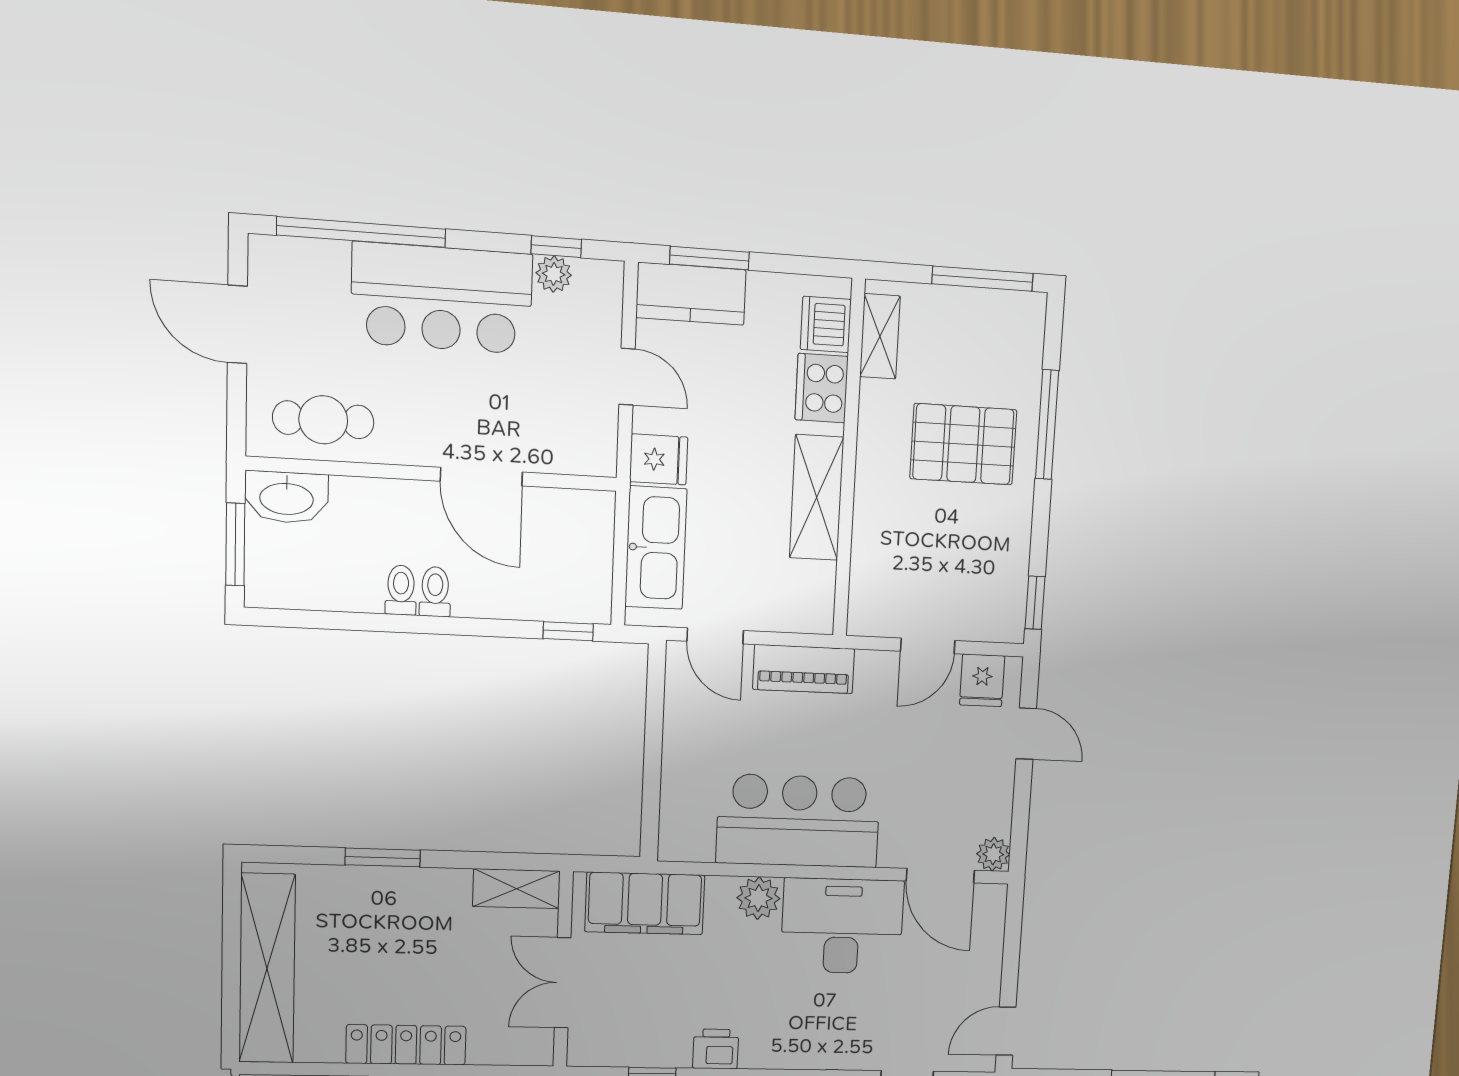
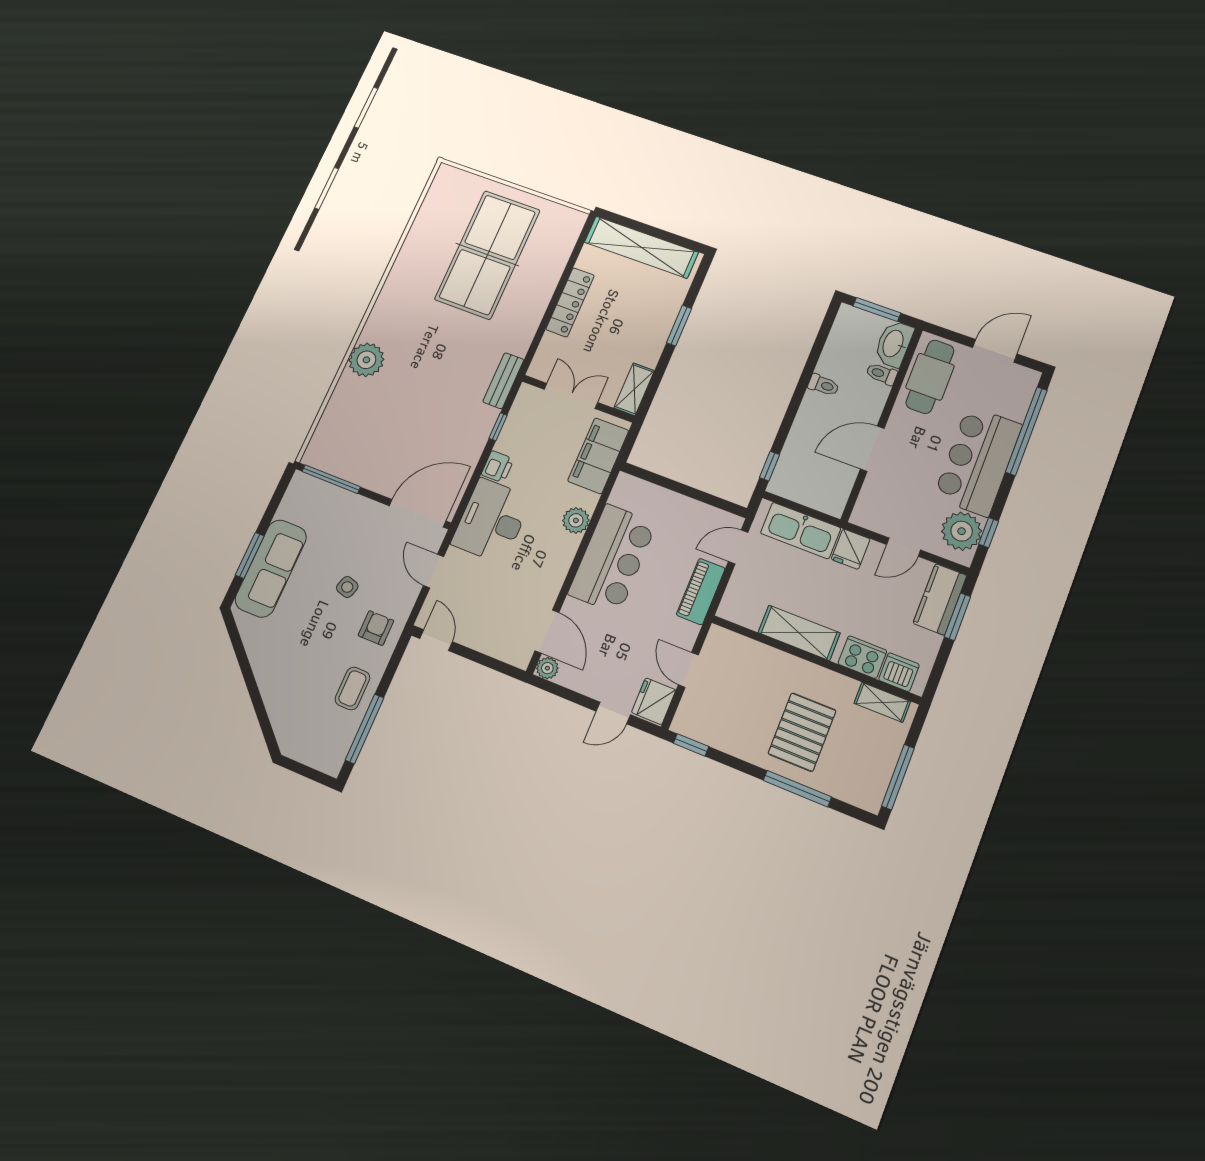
plant: (554, 274) -> (962, 531), width x1.88, depth x1.88
cafe table: (323, 420) -> (930, 377), width x1.37, depth x1.35
toilet: (435, 592) -> (882, 374), moved, turned 180
fridge: (982, 680) -> (654, 701), width x1.38
door: (940, 876) -> (547, 632), swing flipped
desk: (842, 926) -> (492, 521), moved, turned 180

